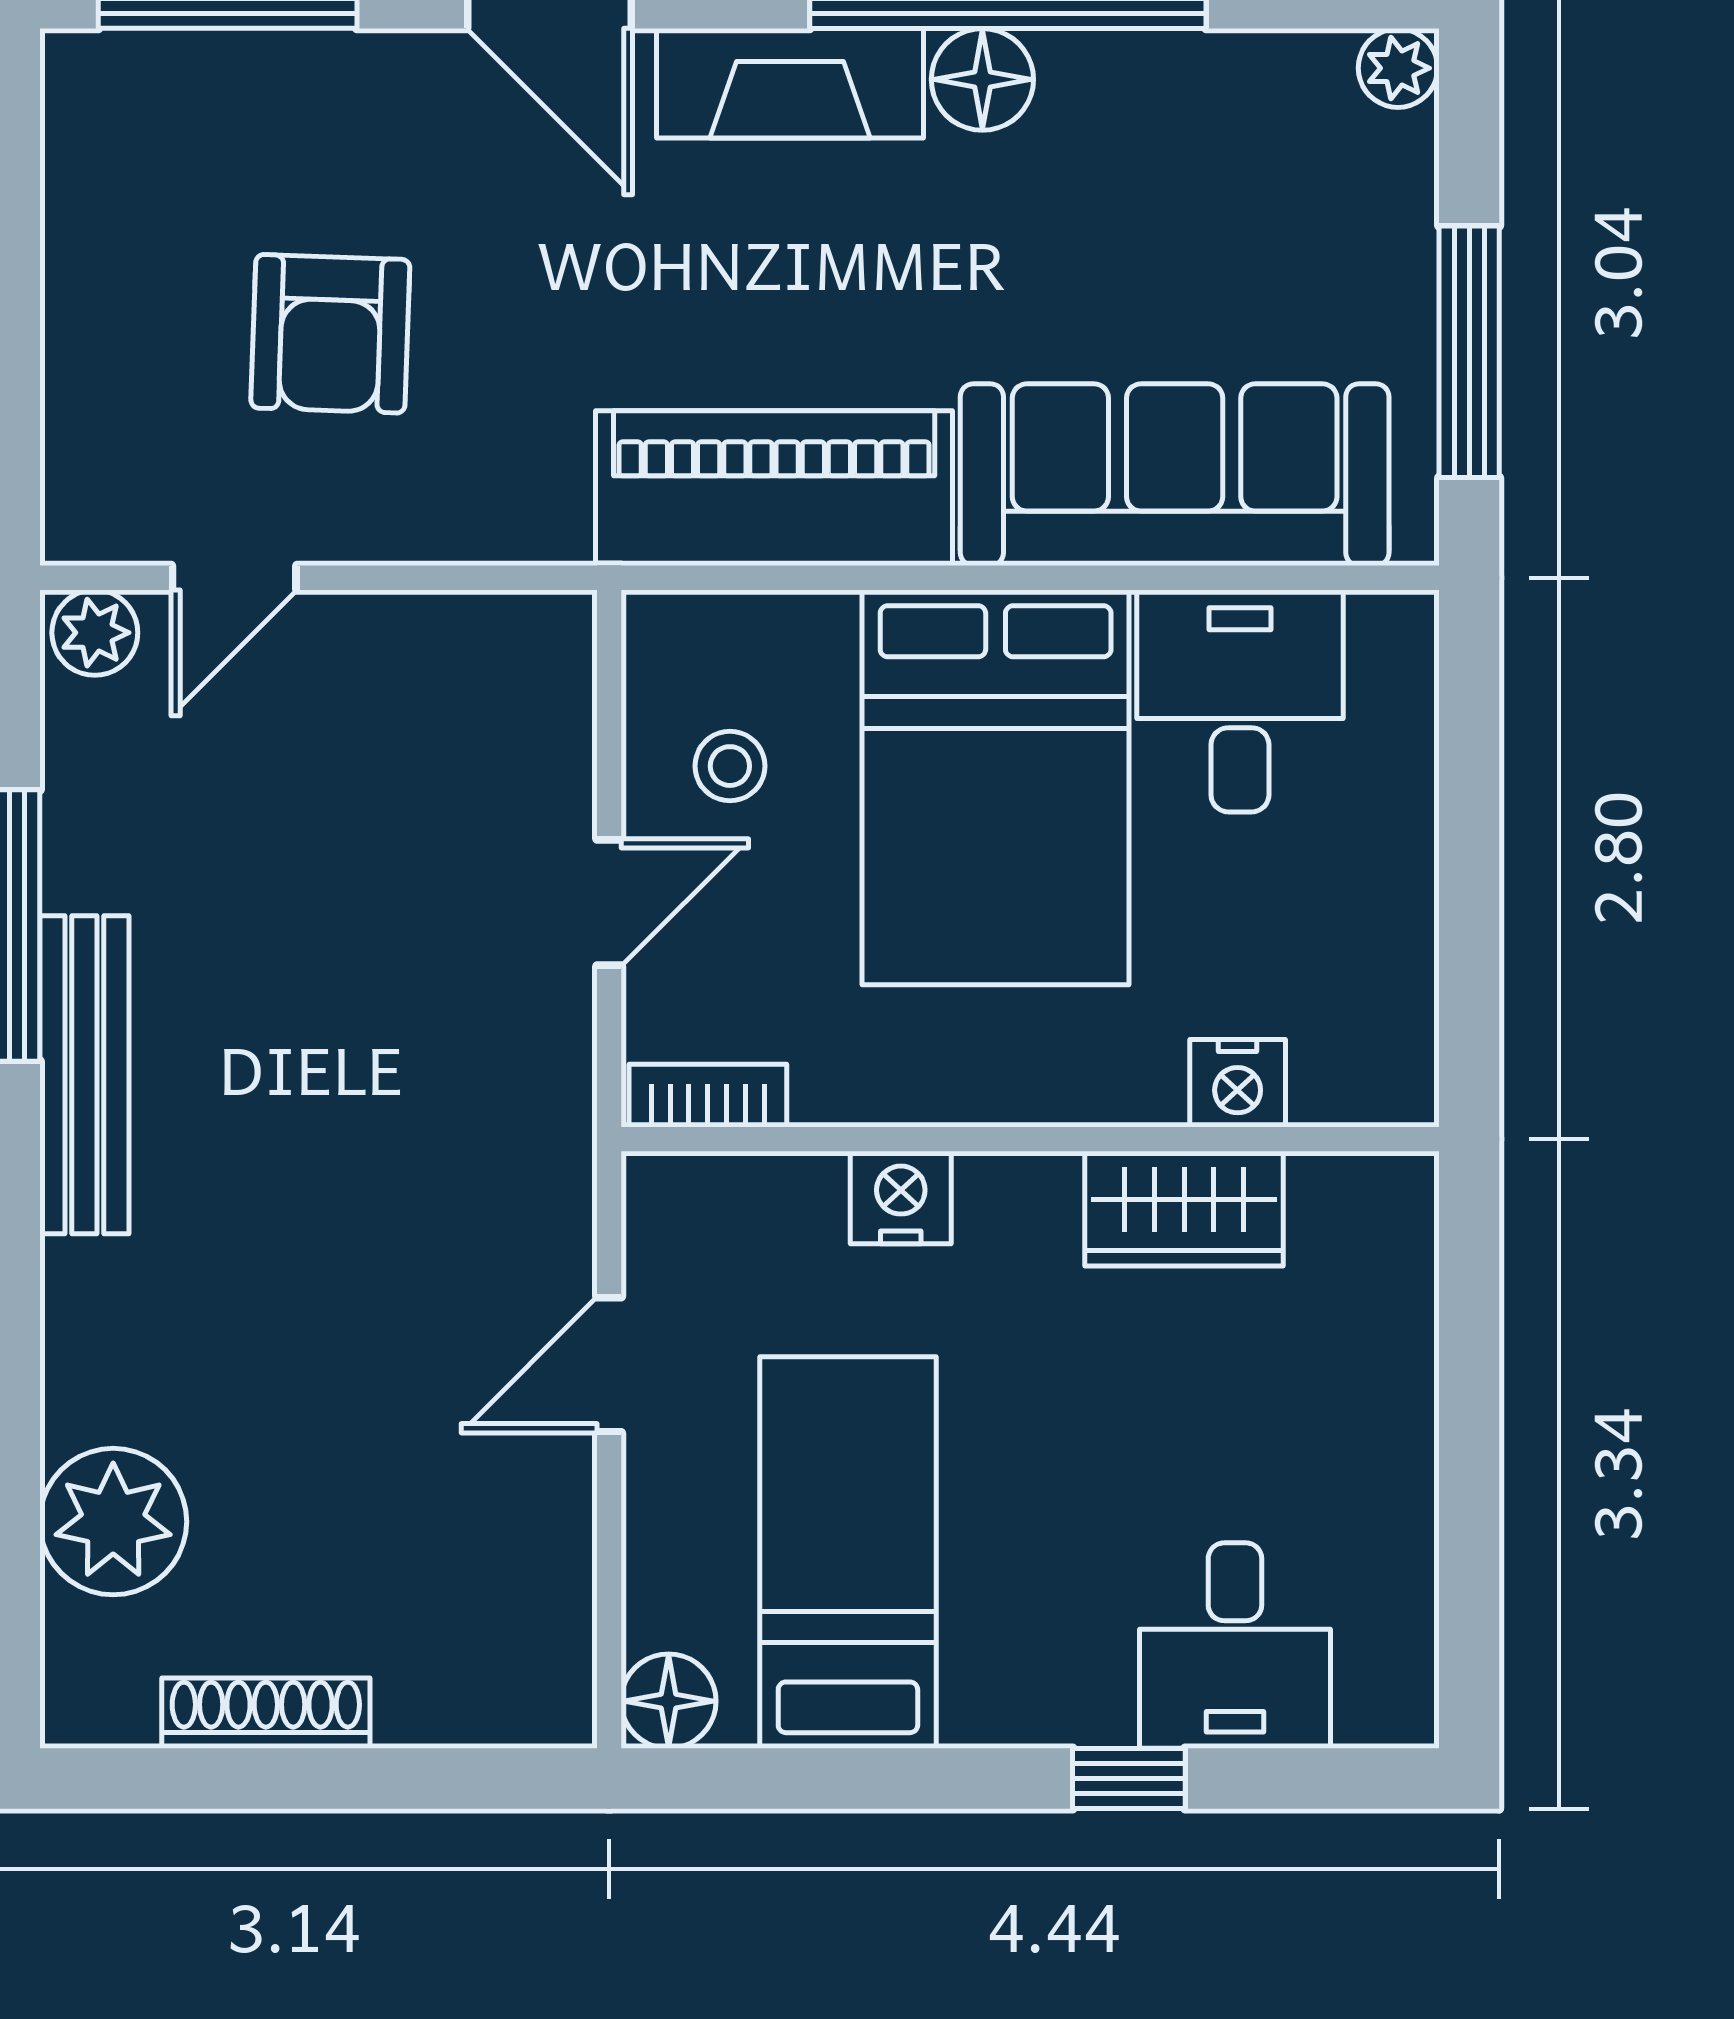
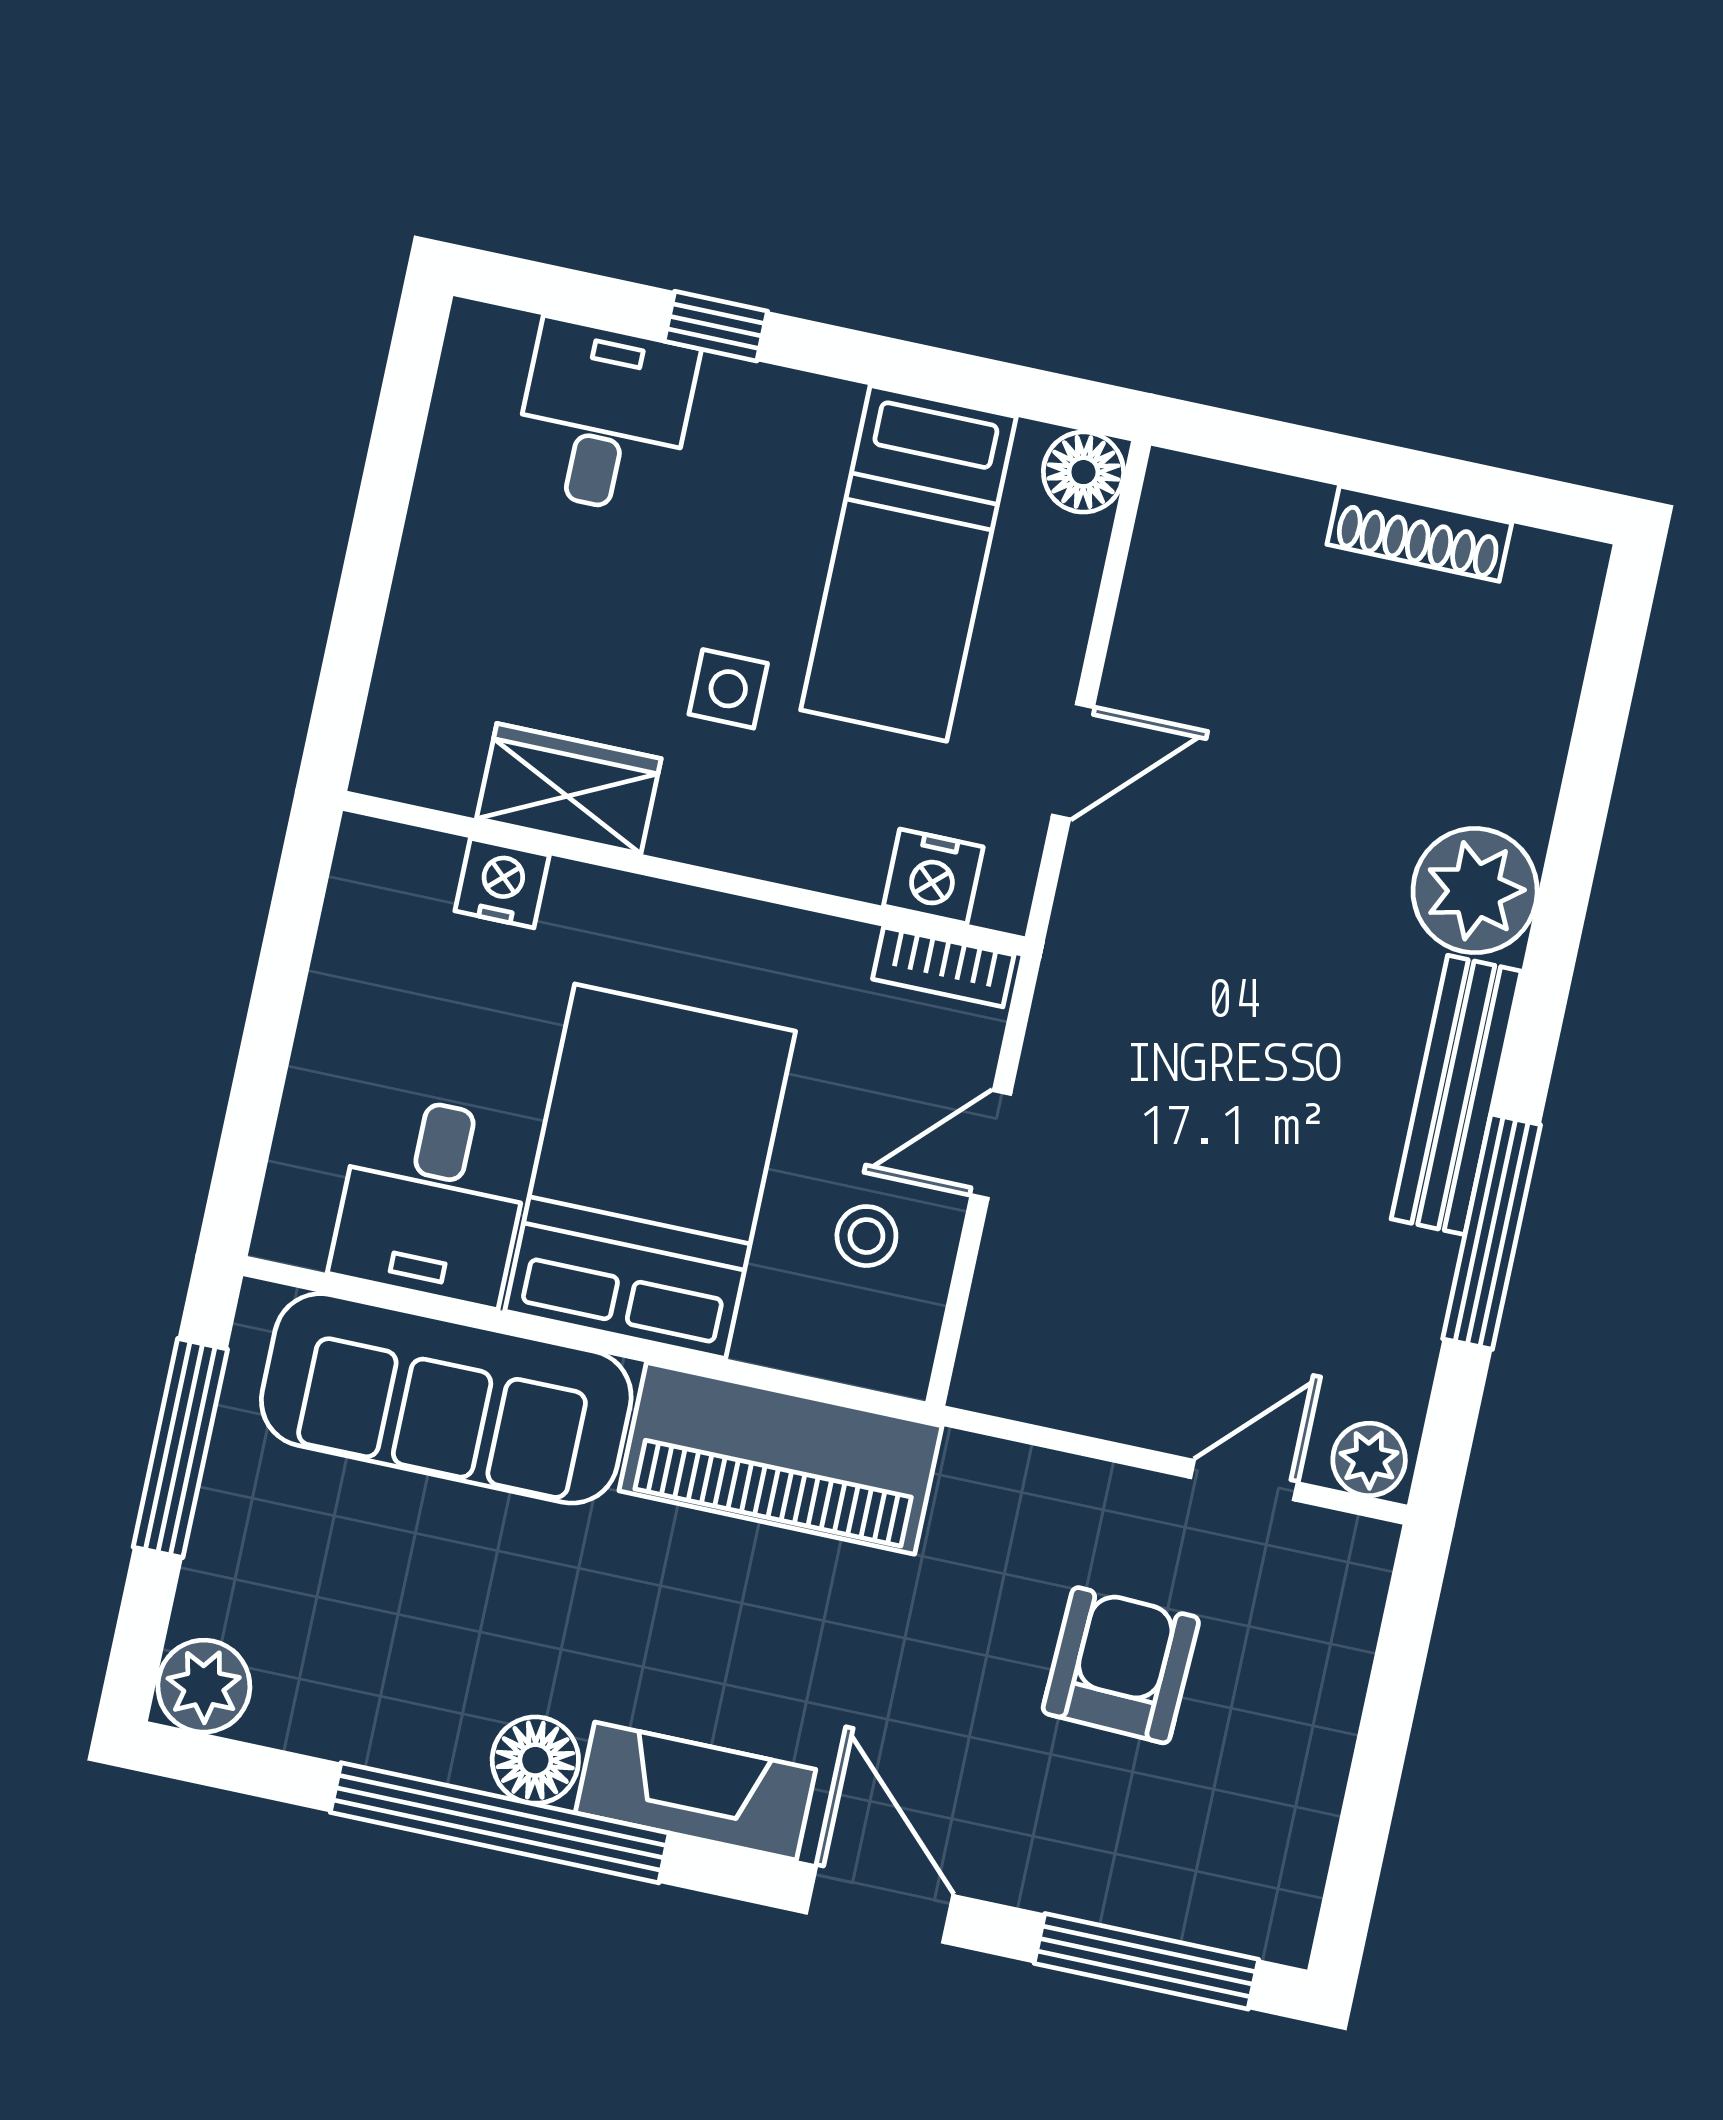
plant: (1398, 68) -> (204, 1686), width x1.38, depth x1.38
nightstand: (901, 1197) -> (933, 876), moved
side table: (1025, 1363) -> (728, 689), added
plant: (113, 1522) -> (1475, 891), moved

